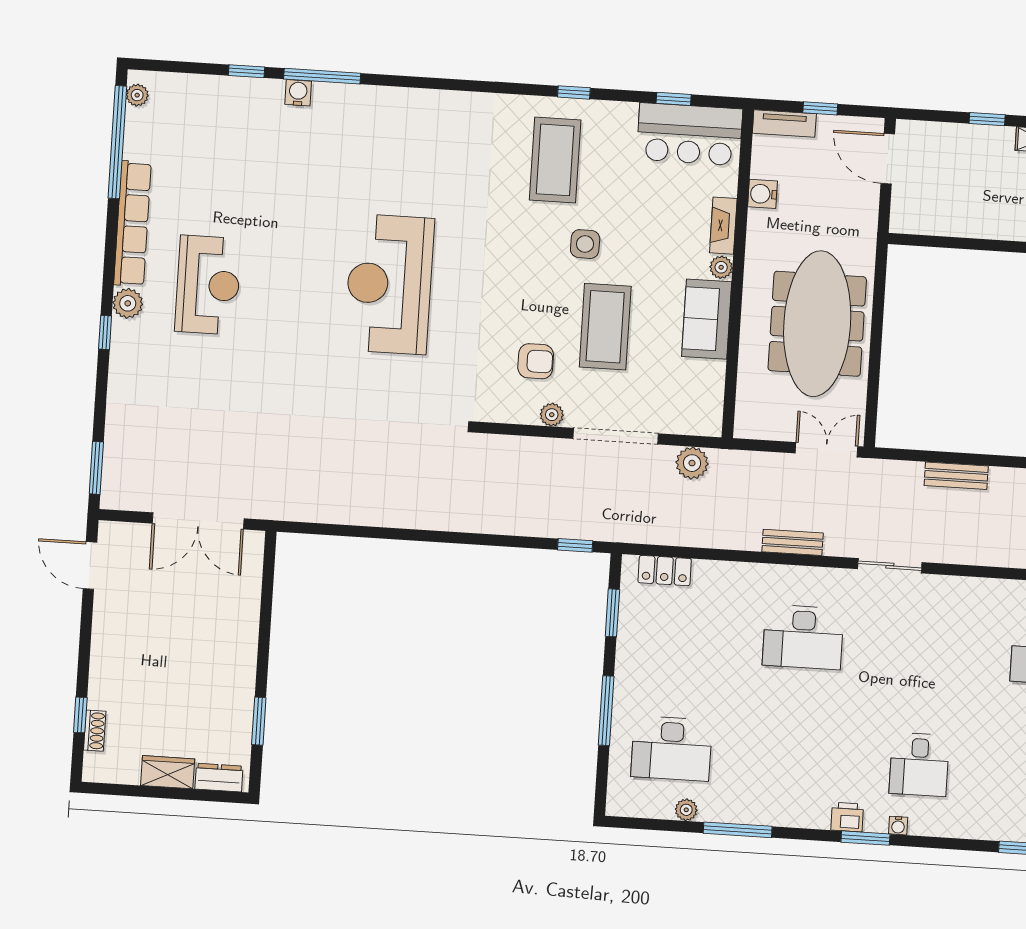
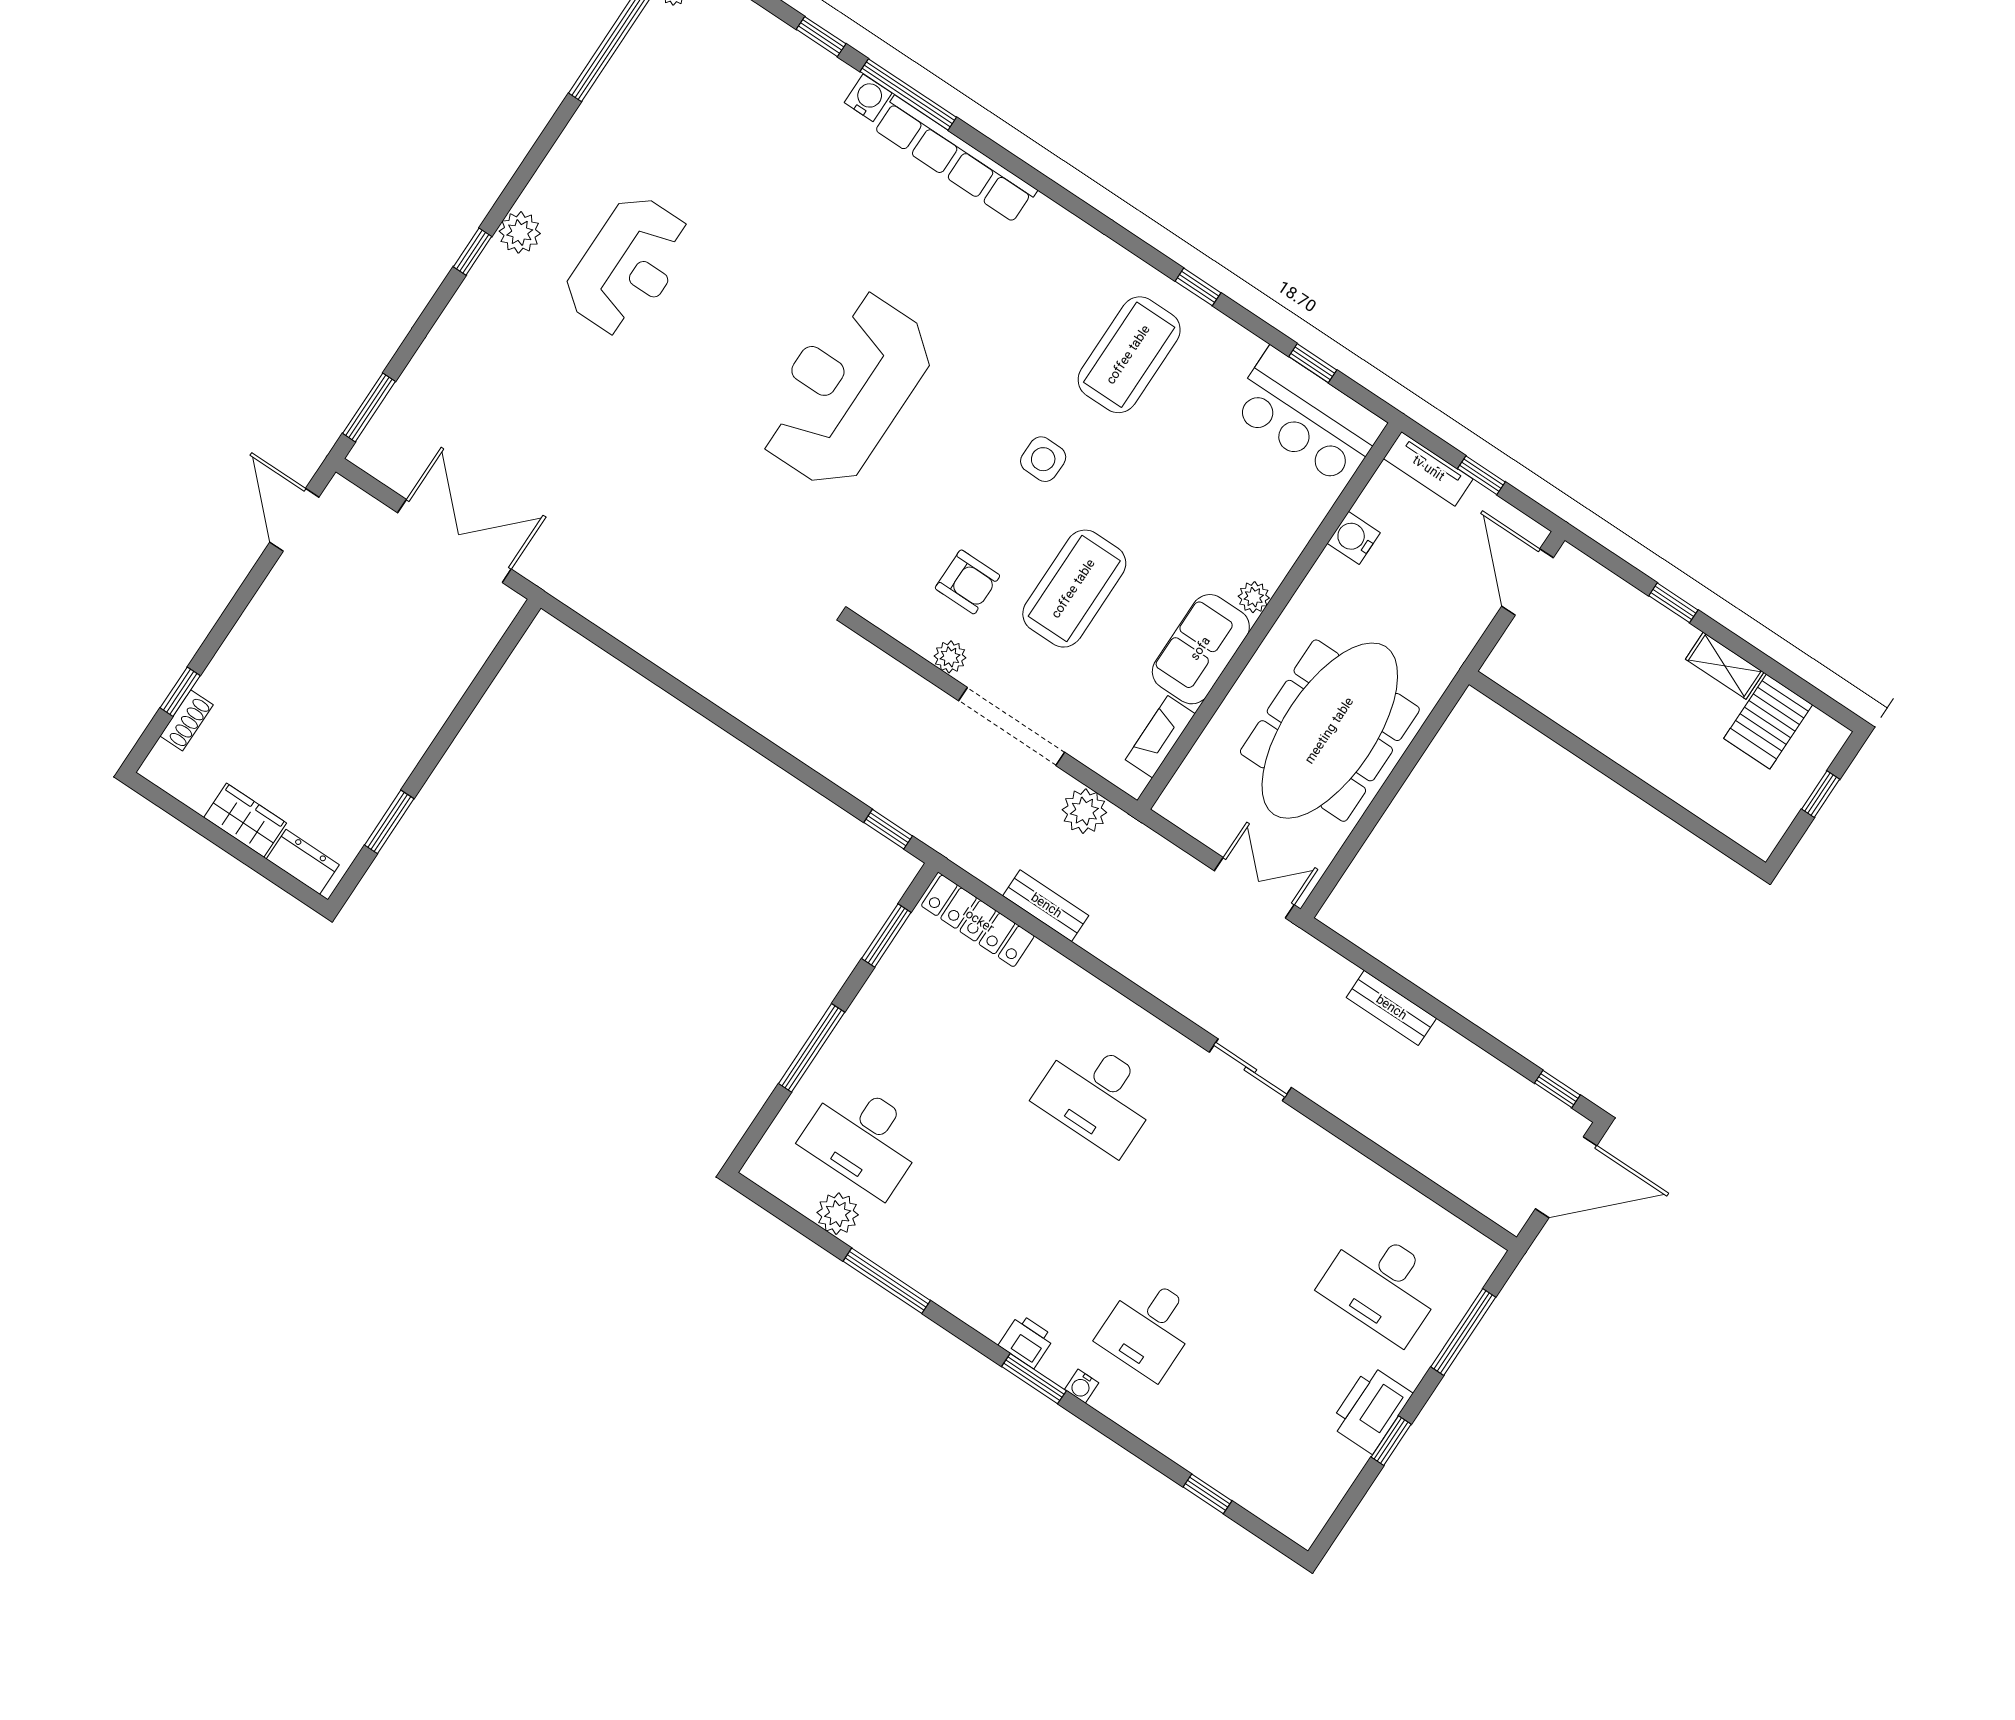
row of seats: (132, 224) -> (955, 159), moved, turned 90
fireplace: (723, 226) -> (1160, 737), moved
side table: (585, 244) -> (1043, 459), moved
double door: (198, 521) -> (454, 541), swing flipped
bench: (793, 542) -> (1046, 906), moved
locker: (665, 571) -> (978, 921), width x1.53
plant: (686, 810) -> (838, 1214), width x1.38, depth x1.38

